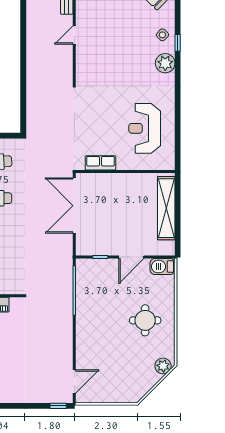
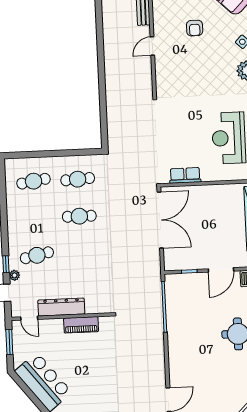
armchair: (116, 19) -> (195, 28), added
double door: (74, 206) -> (160, 220), swing flipped

